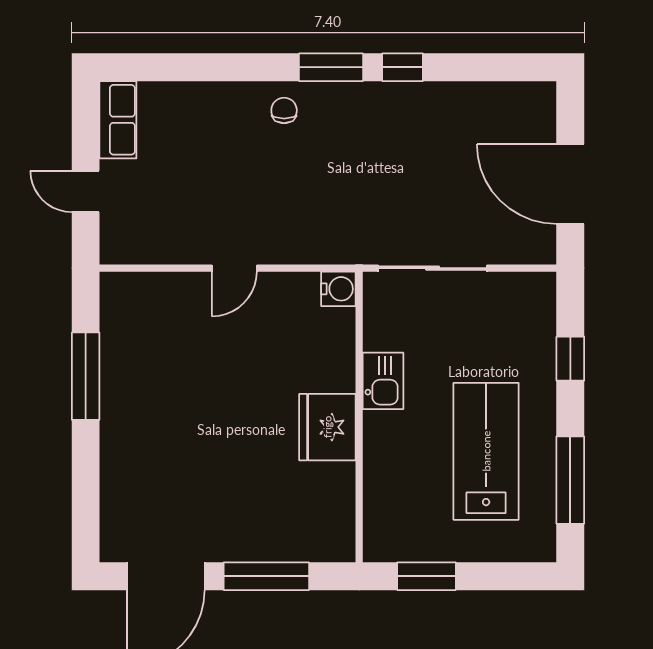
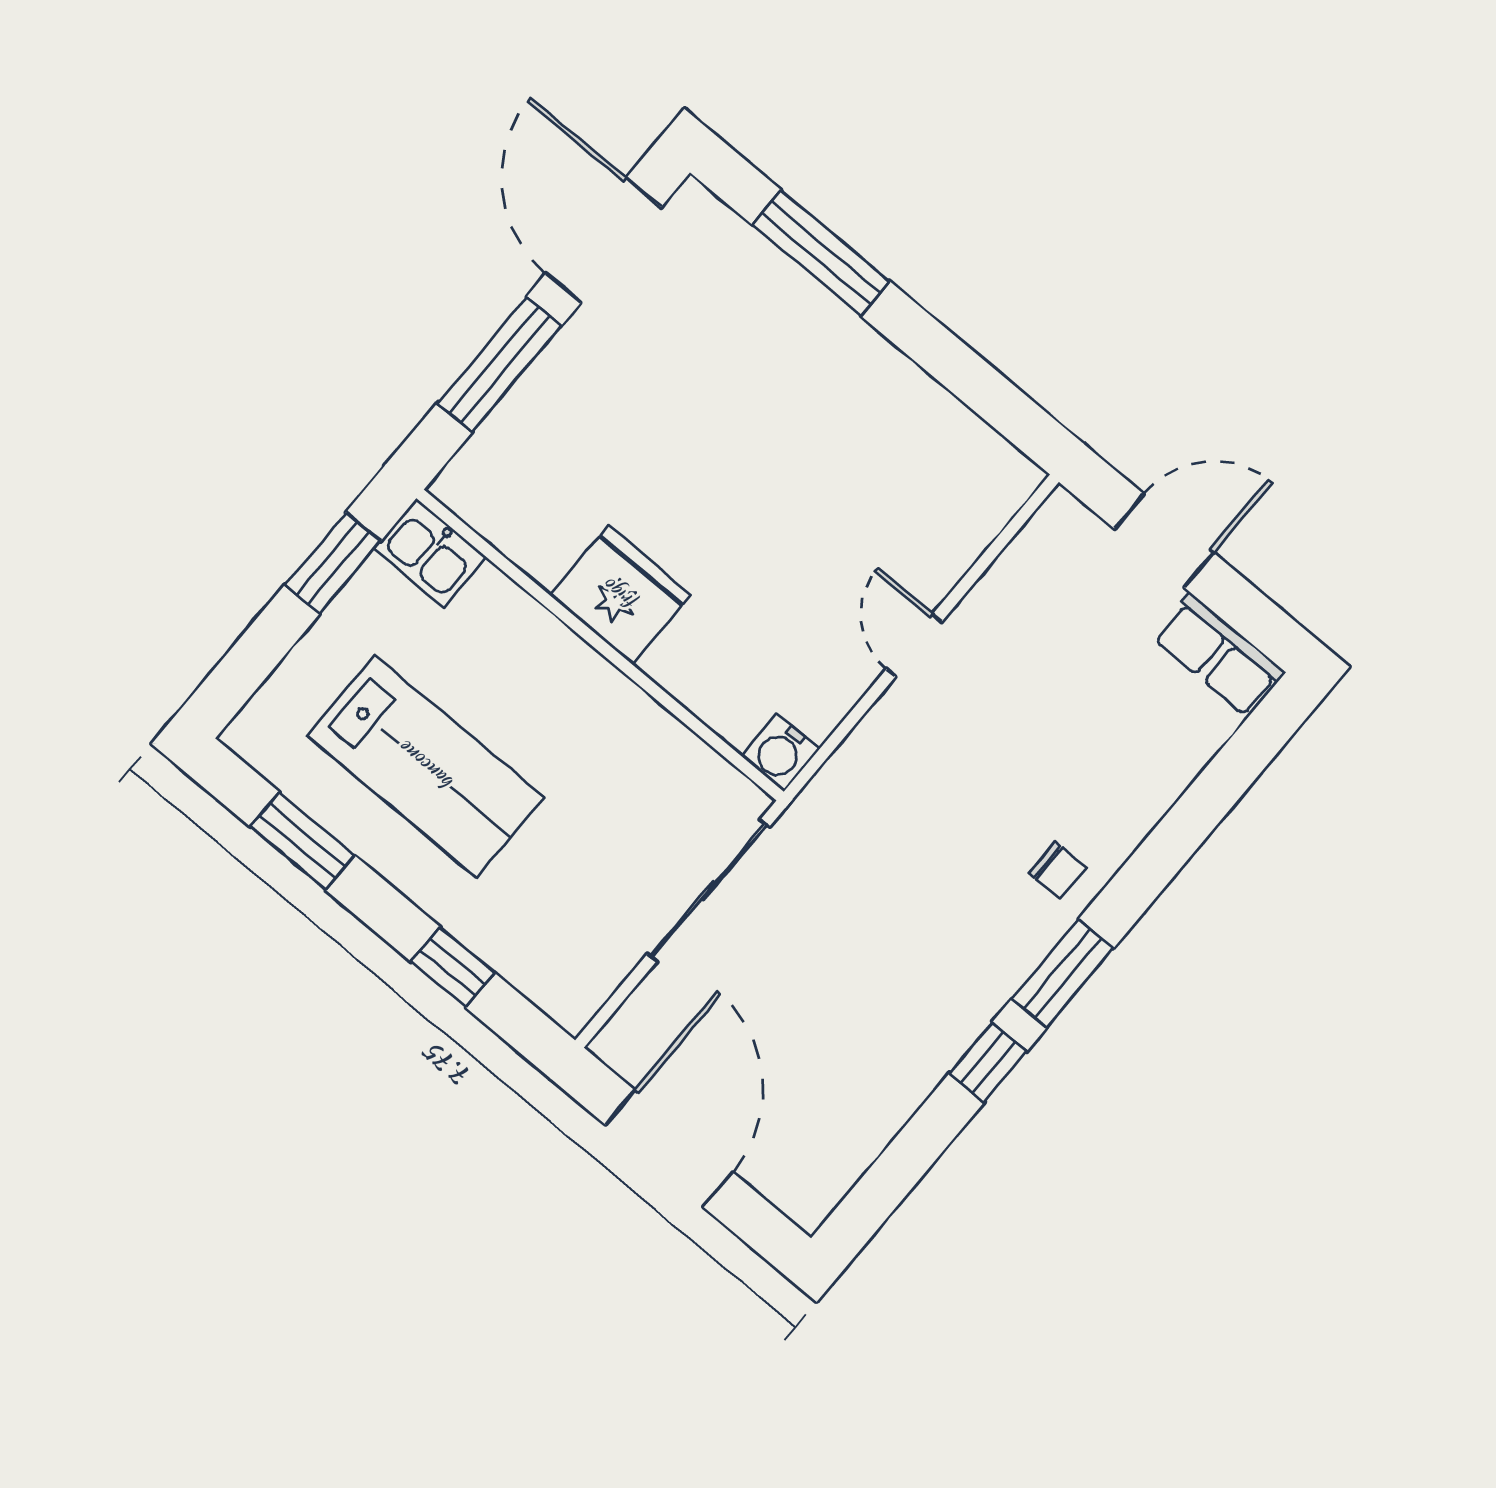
door: (570, 184) -> (669, 1149), hinge flipped
door: (86, 191) -> (1164, 541), width x1.38
window: (86, 376) -> (821, 253), moved
kitchen sink: (383, 381) -> (430, 553), moved
window: (570, 480) -> (302, 841), width x0.69

